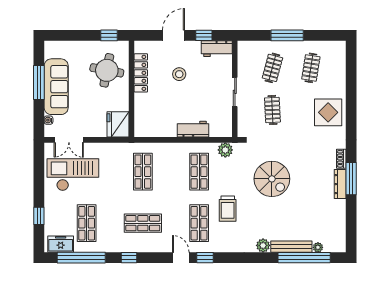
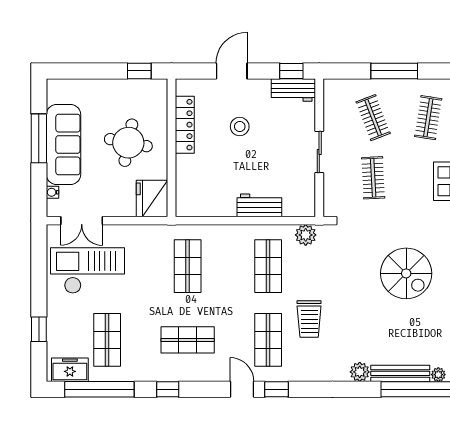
window: (204, 35) -> (291, 71), moved
clothes rail: (272, 68) -> (373, 118), turned -36
round table: (107, 70) -> (128, 143), moved
spiral stairs: (272, 179) -> (406, 273), moved

